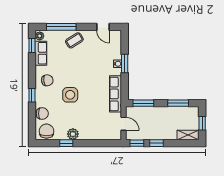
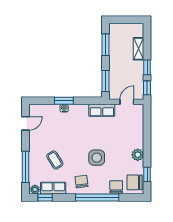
coffee table: (74, 40) -> (55, 160), moved
row of seats: (115, 94) -> (102, 110), width x0.68
window: (32, 95) -> (97, 198), width x3.17
window: (202, 123) -> (126, 20), removed
shelving: (188, 135) -> (139, 49), moved
window: (66, 143) -> (147, 174), moved

